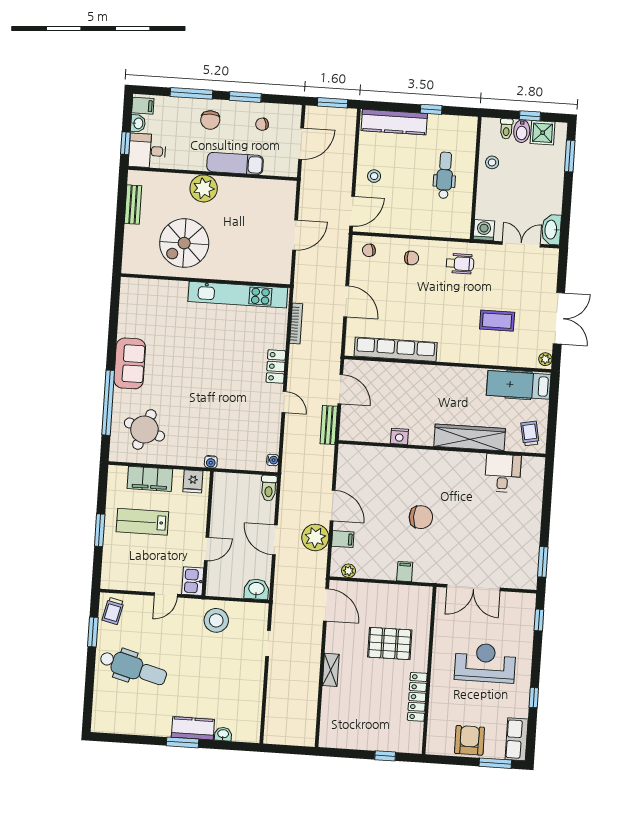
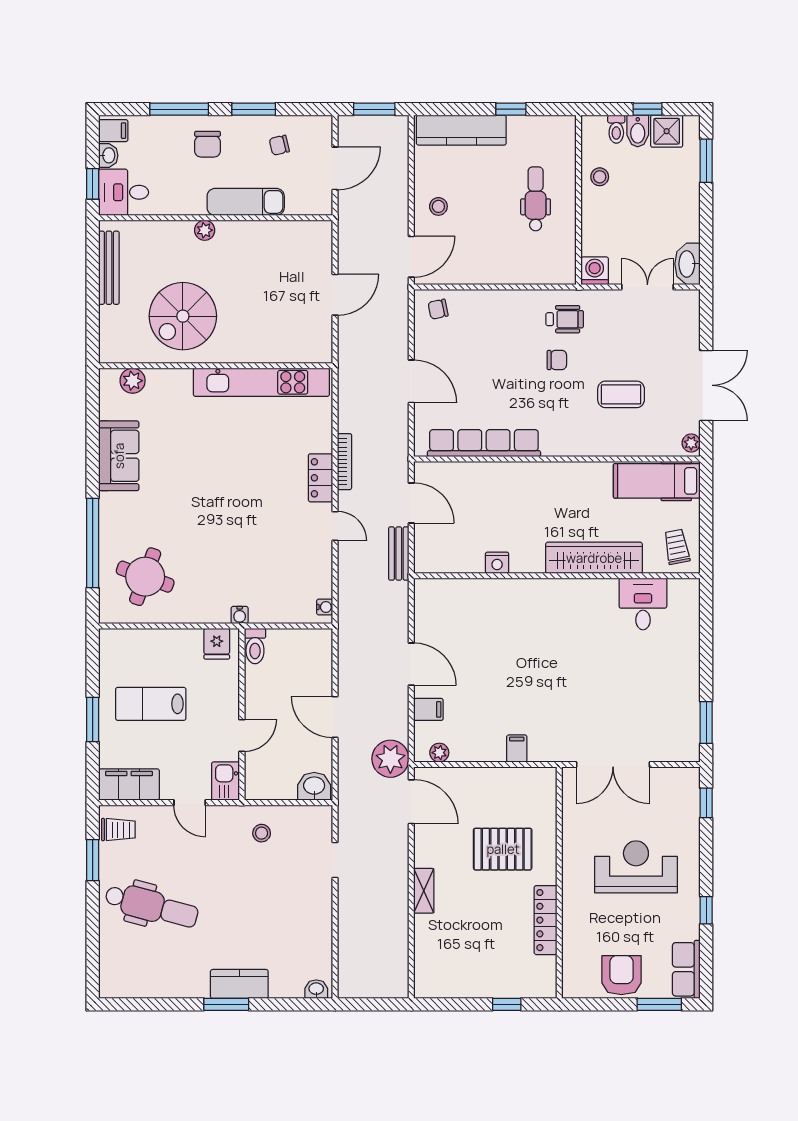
plant: (204, 188) -> (205, 230), width x0.53, depth x0.53
bench: (133, 205) -> (109, 268), width x1.36
chair: (412, 258) -> (557, 360), moved
plant: (145, 287) -> (133, 381), added
bookcase: (296, 324) -> (345, 462), moved
sofa: (130, 363) -> (119, 456), moved
filing cabinet: (150, 479) -> (129, 784), moved, turned 180
toilet: (269, 488) -> (255, 646), moved
chair: (421, 517) -> (534, 672), removed
plant: (315, 537) -> (390, 759), moved
door: (166, 595) -> (190, 803), hinge flipped
trolley: (113, 611) -> (118, 830), turned -103
stool: (216, 620) -> (262, 833), width x0.53, depth x0.53
washbasin: (223, 734) -> (316, 989), moved

